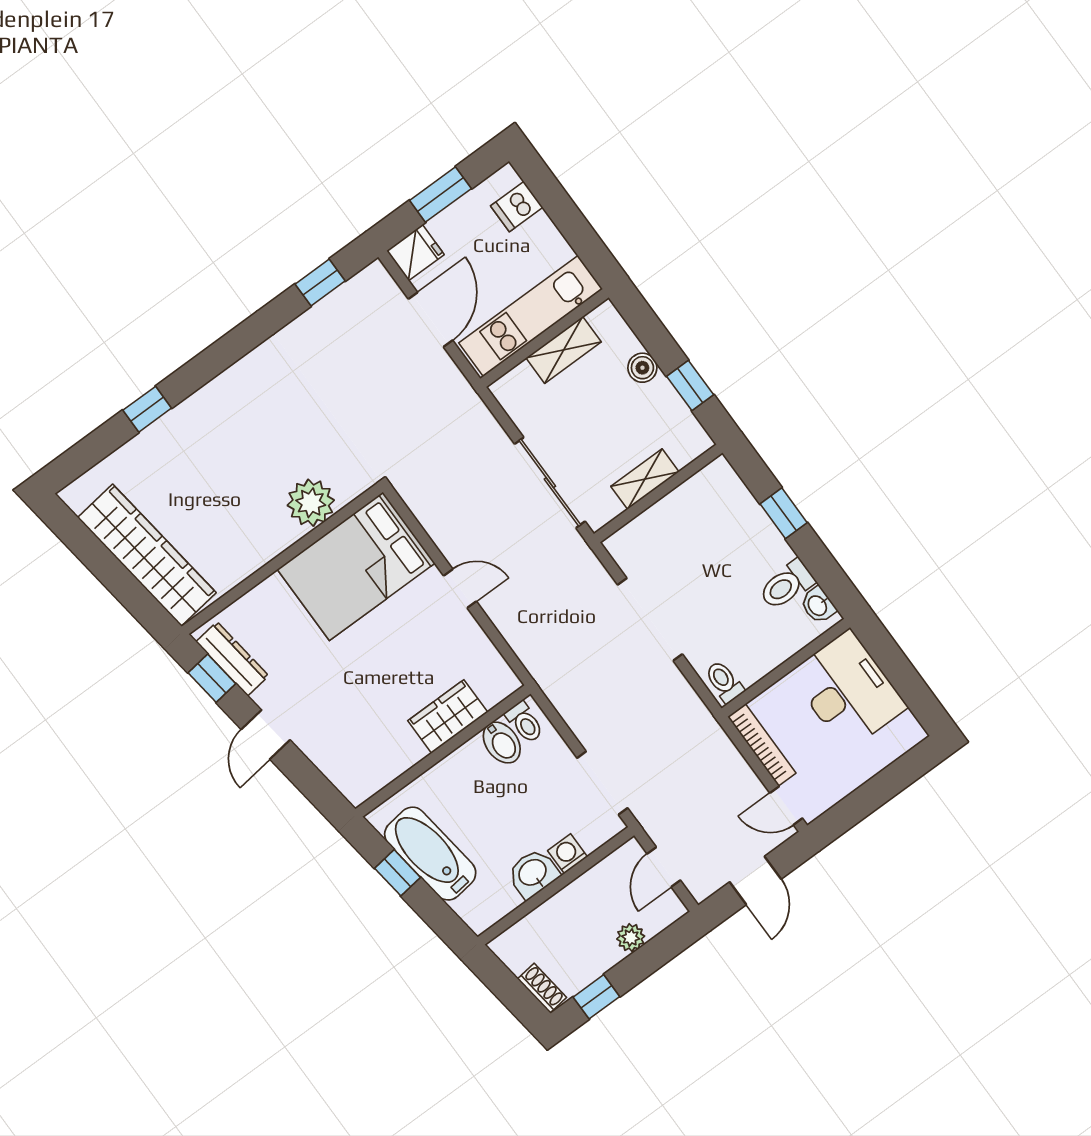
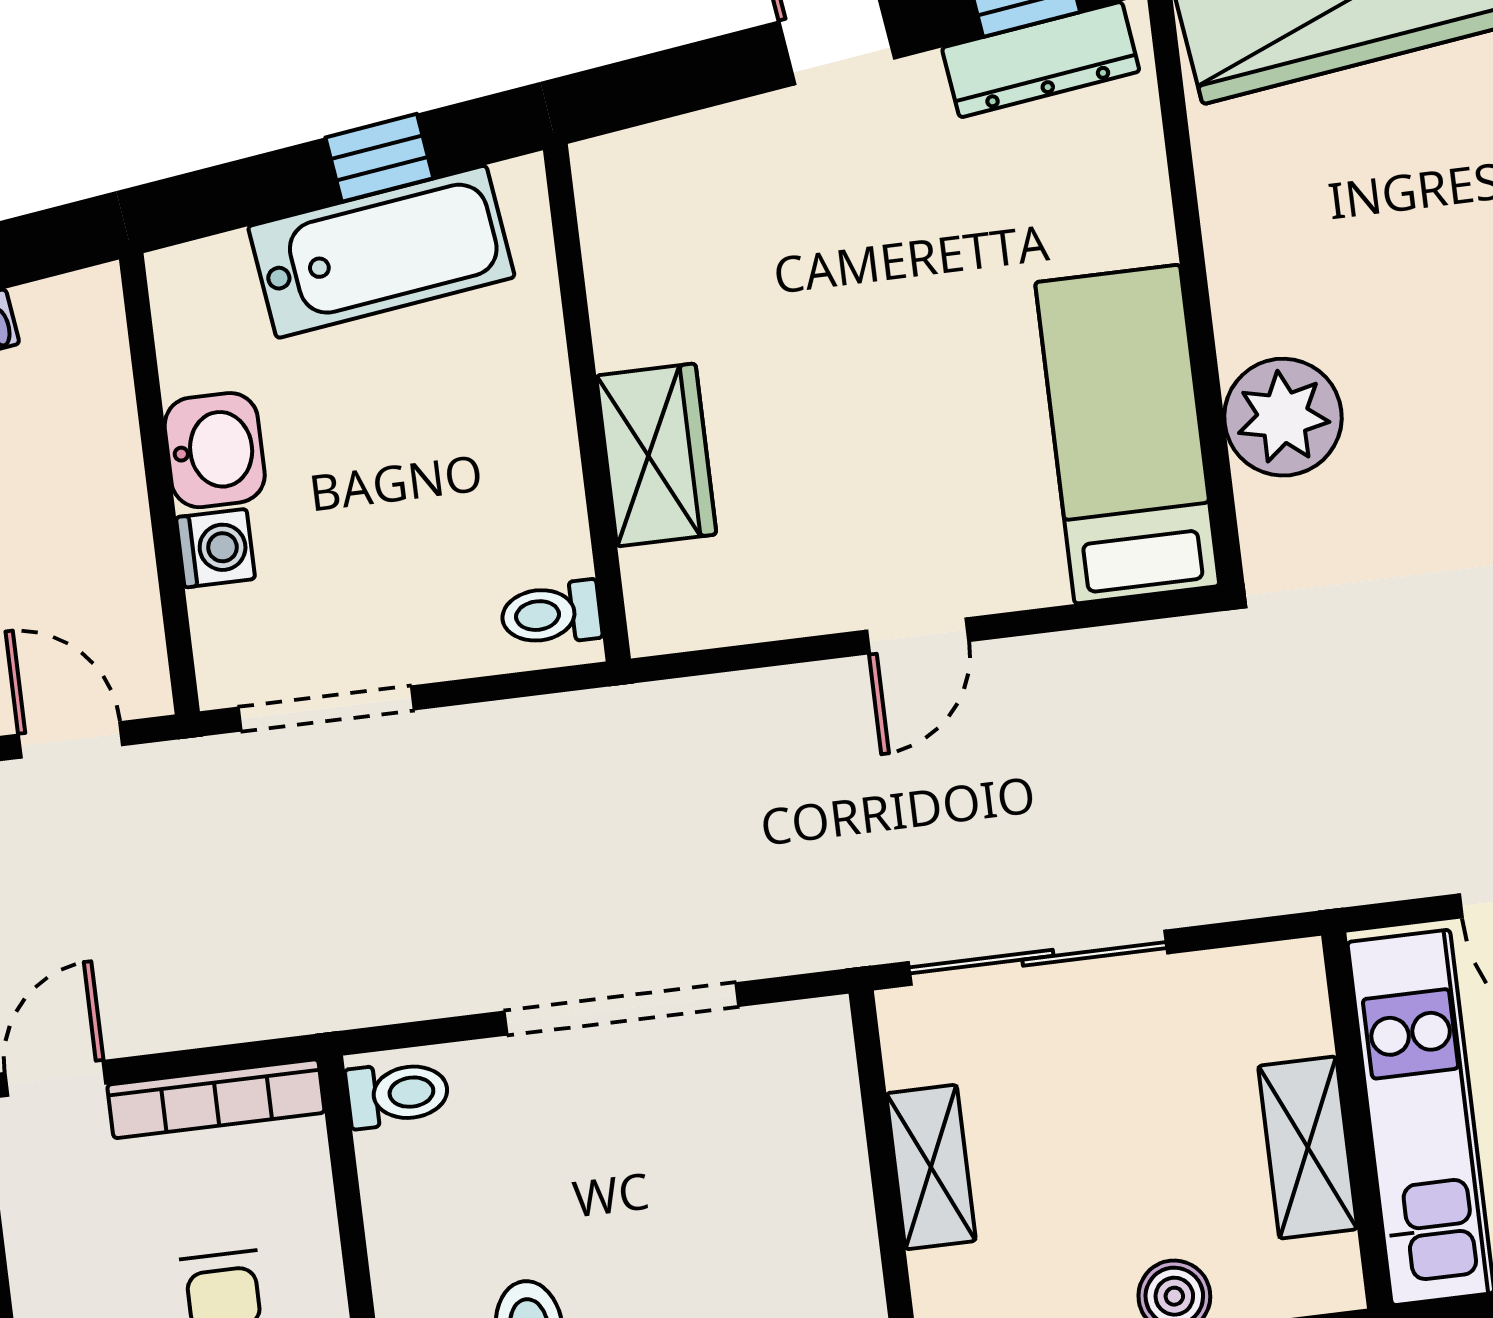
bed: (356, 566) -> (1127, 434), width x0.67
bidet: (502, 743) -> (535, 540), removed

